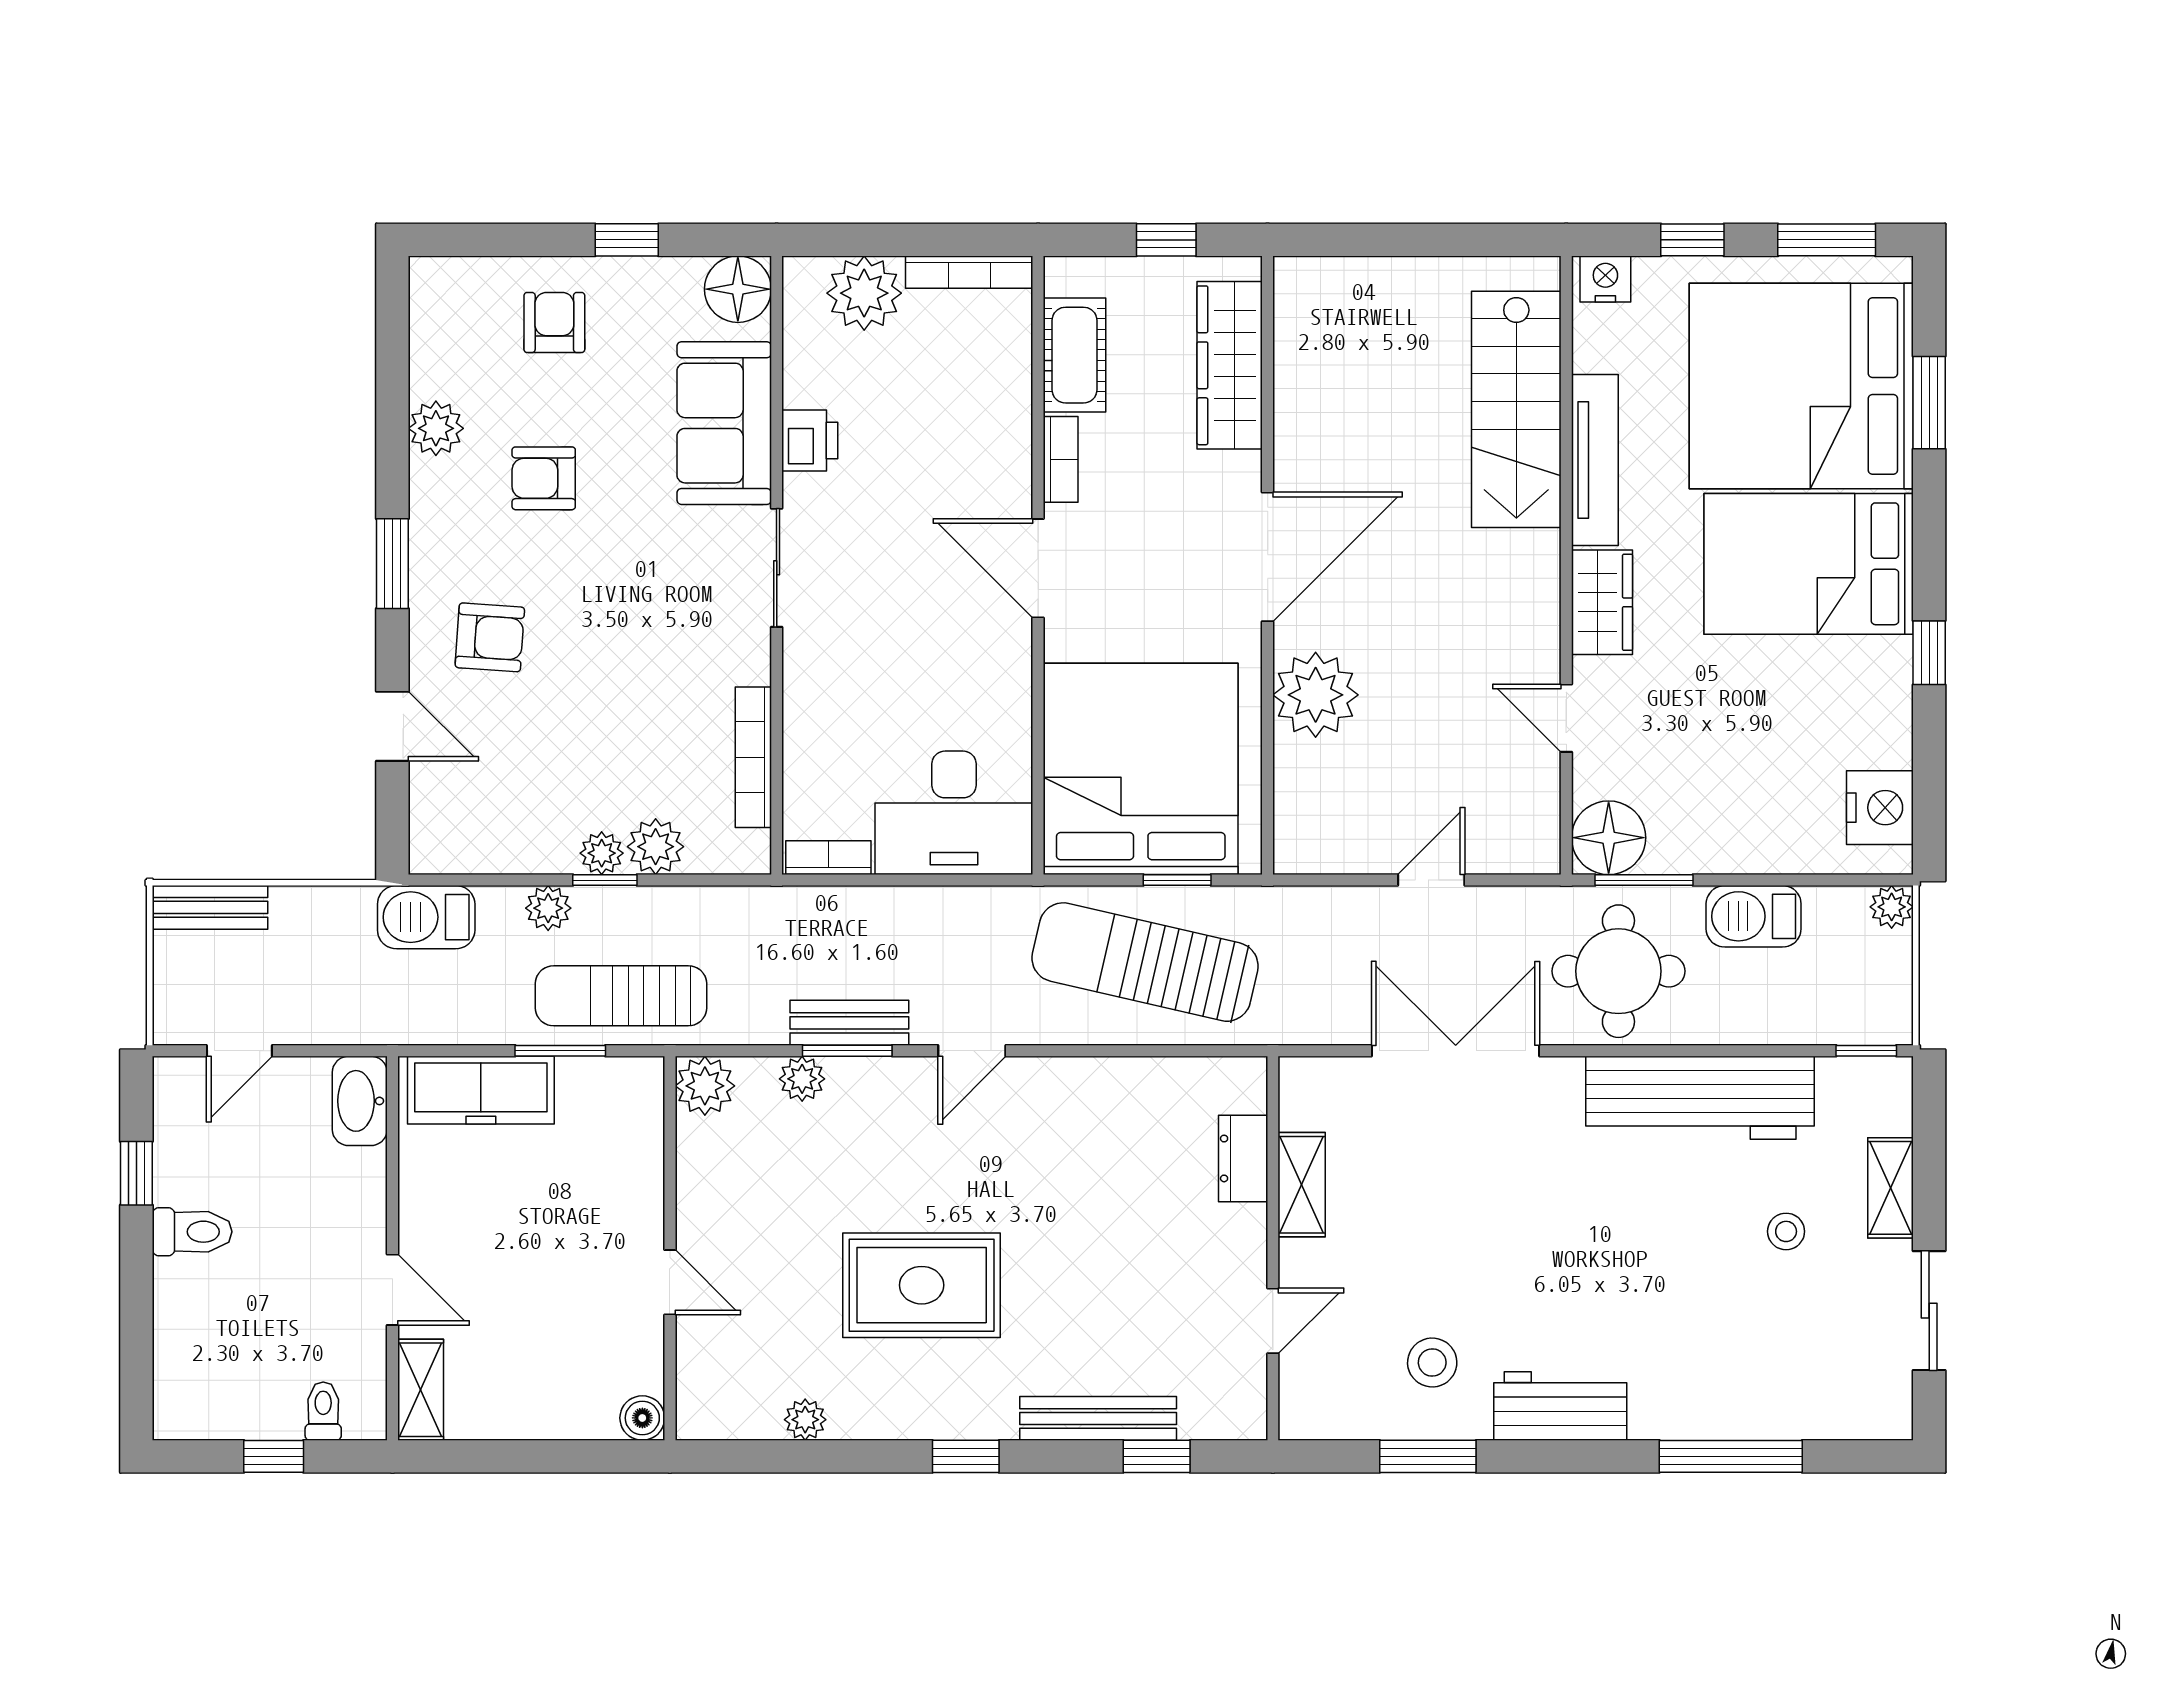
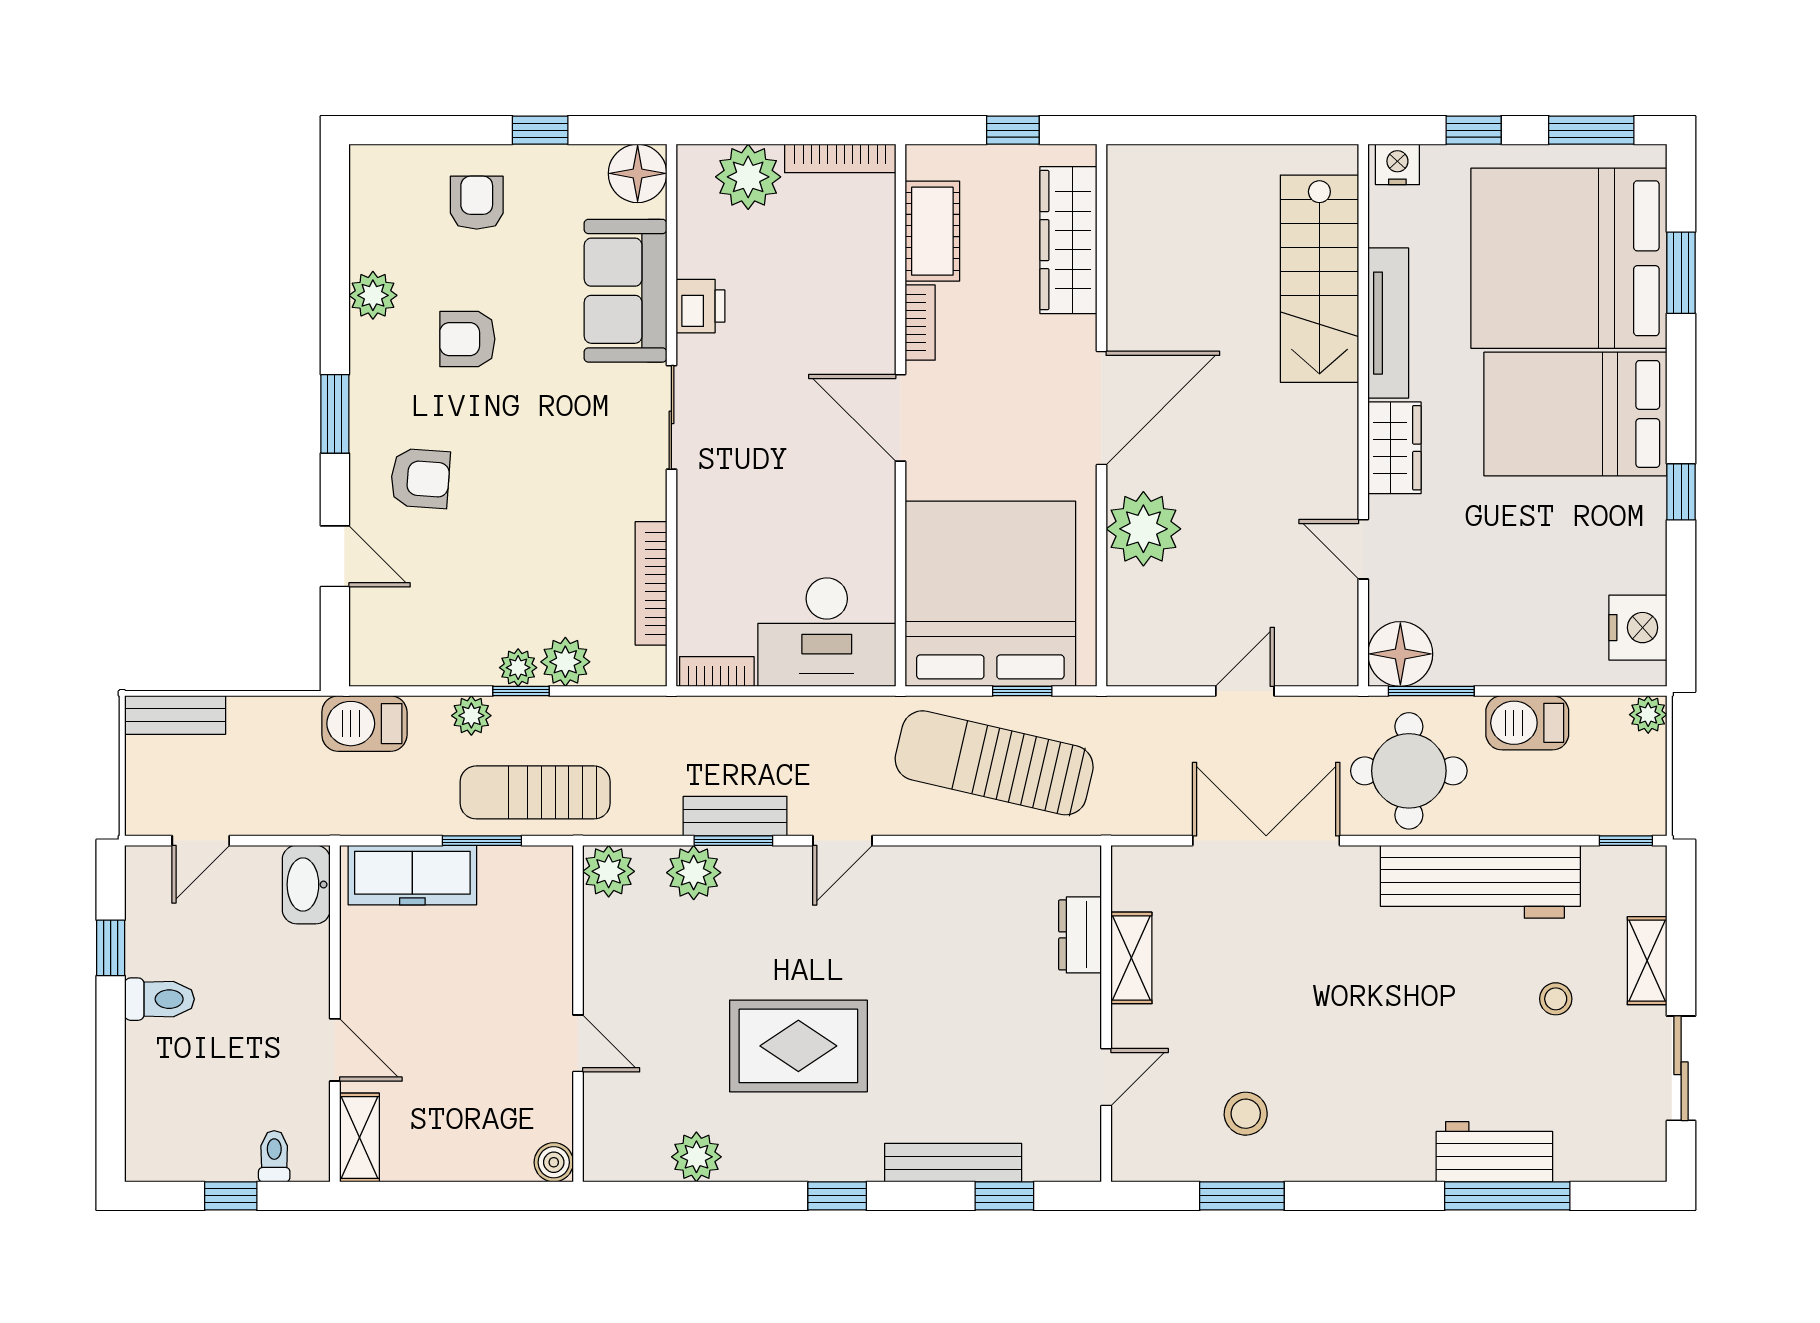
plant: (802, 1079) -> (694, 873), width x1.38, depth x1.38
workbench: (1560, 1406) -> (1494, 1152), moved
plant: (805, 1420) -> (696, 1157), width x1.38, depth x1.38

